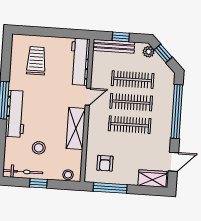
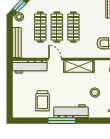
window: (121, 37) -> (10, 38), removed
trolley: (36, 61) -> (42, 101), moved, turned -90

